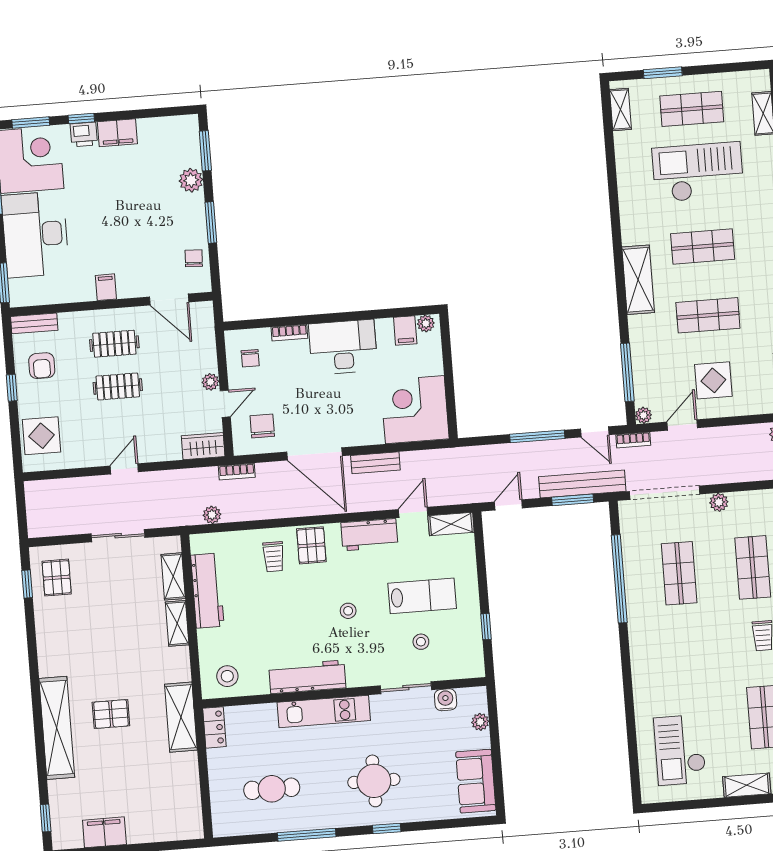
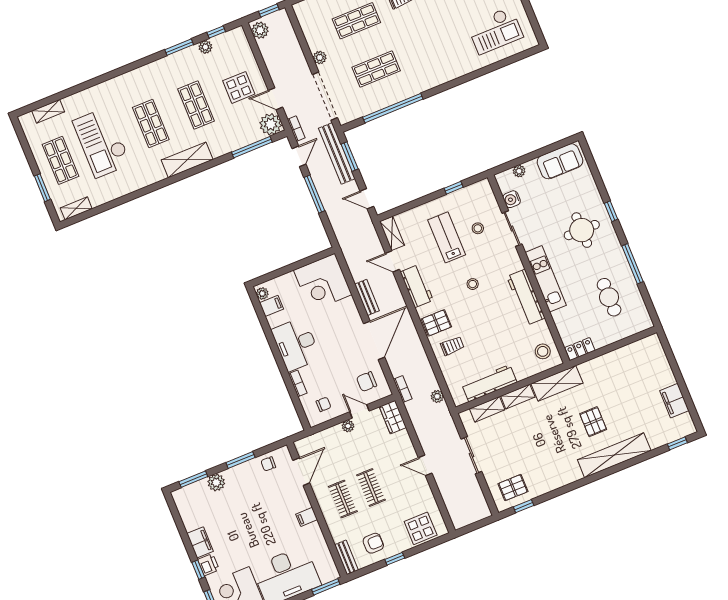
plant: (643, 415) -> (271, 124), width x1.88, depth x1.88
shelving: (181, 717) -> (557, 383), moved

